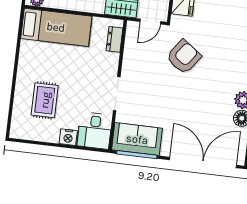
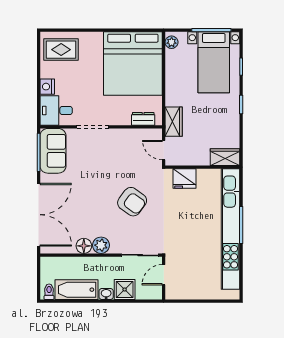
bed: (56, 27) -> (133, 63), width x2.04
armchair: (184, 57) -> (132, 202), moved
rug: (45, 100) -> (61, 50), moved

